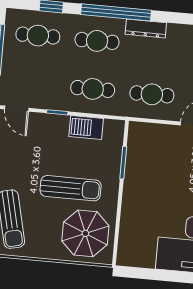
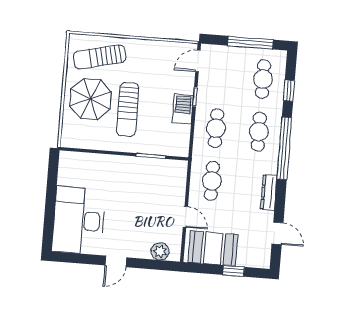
dresser: (146, 28) -> (269, 192), moved
barbecue: (86, 127) -> (183, 109), moved
parasol: (85, 233) -> (91, 99), moved

